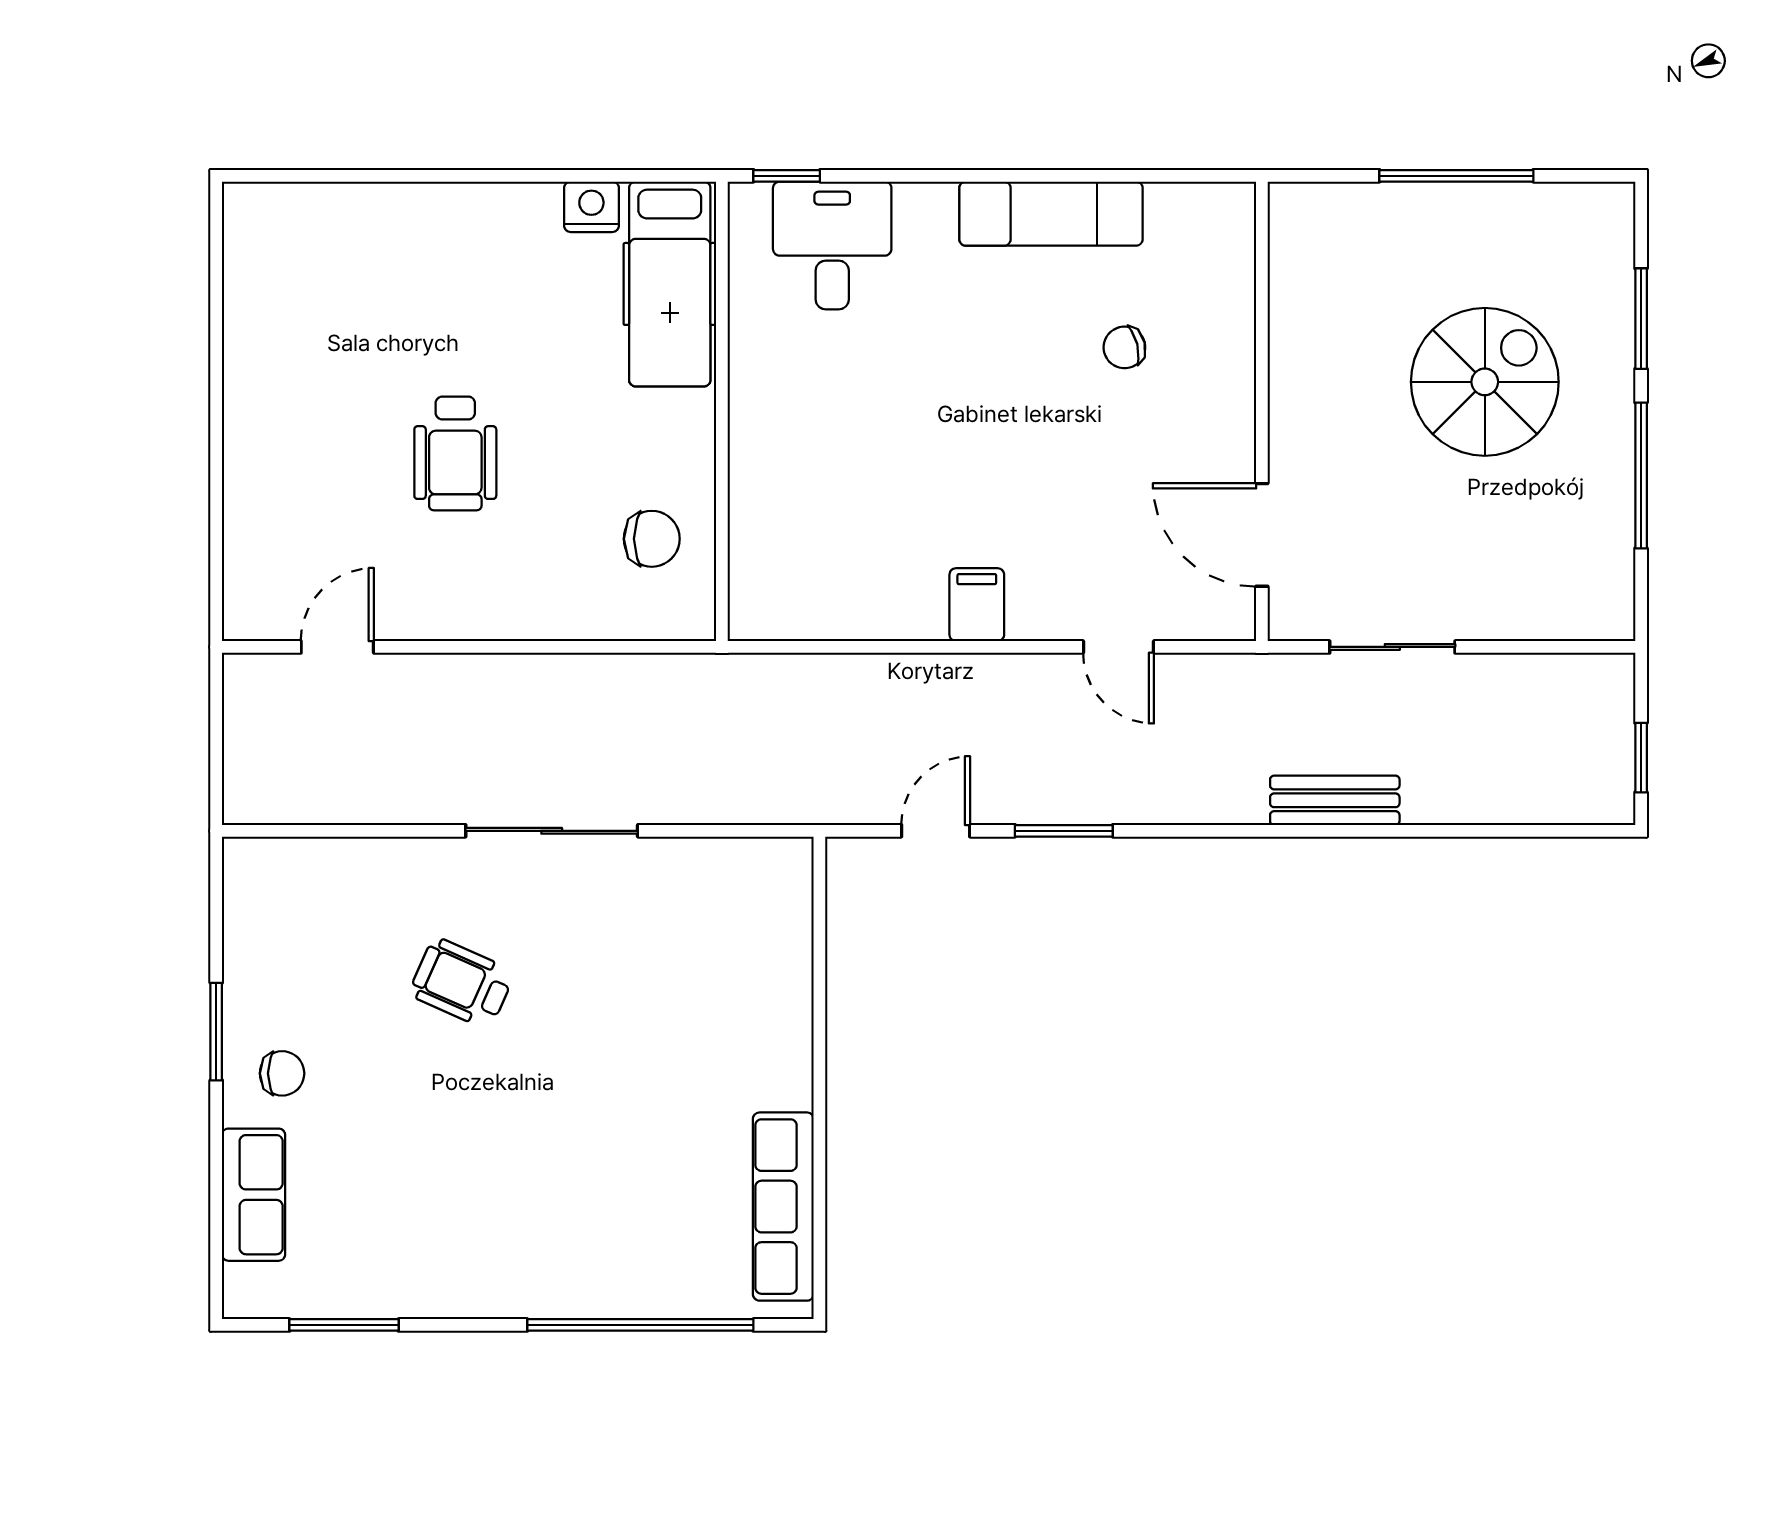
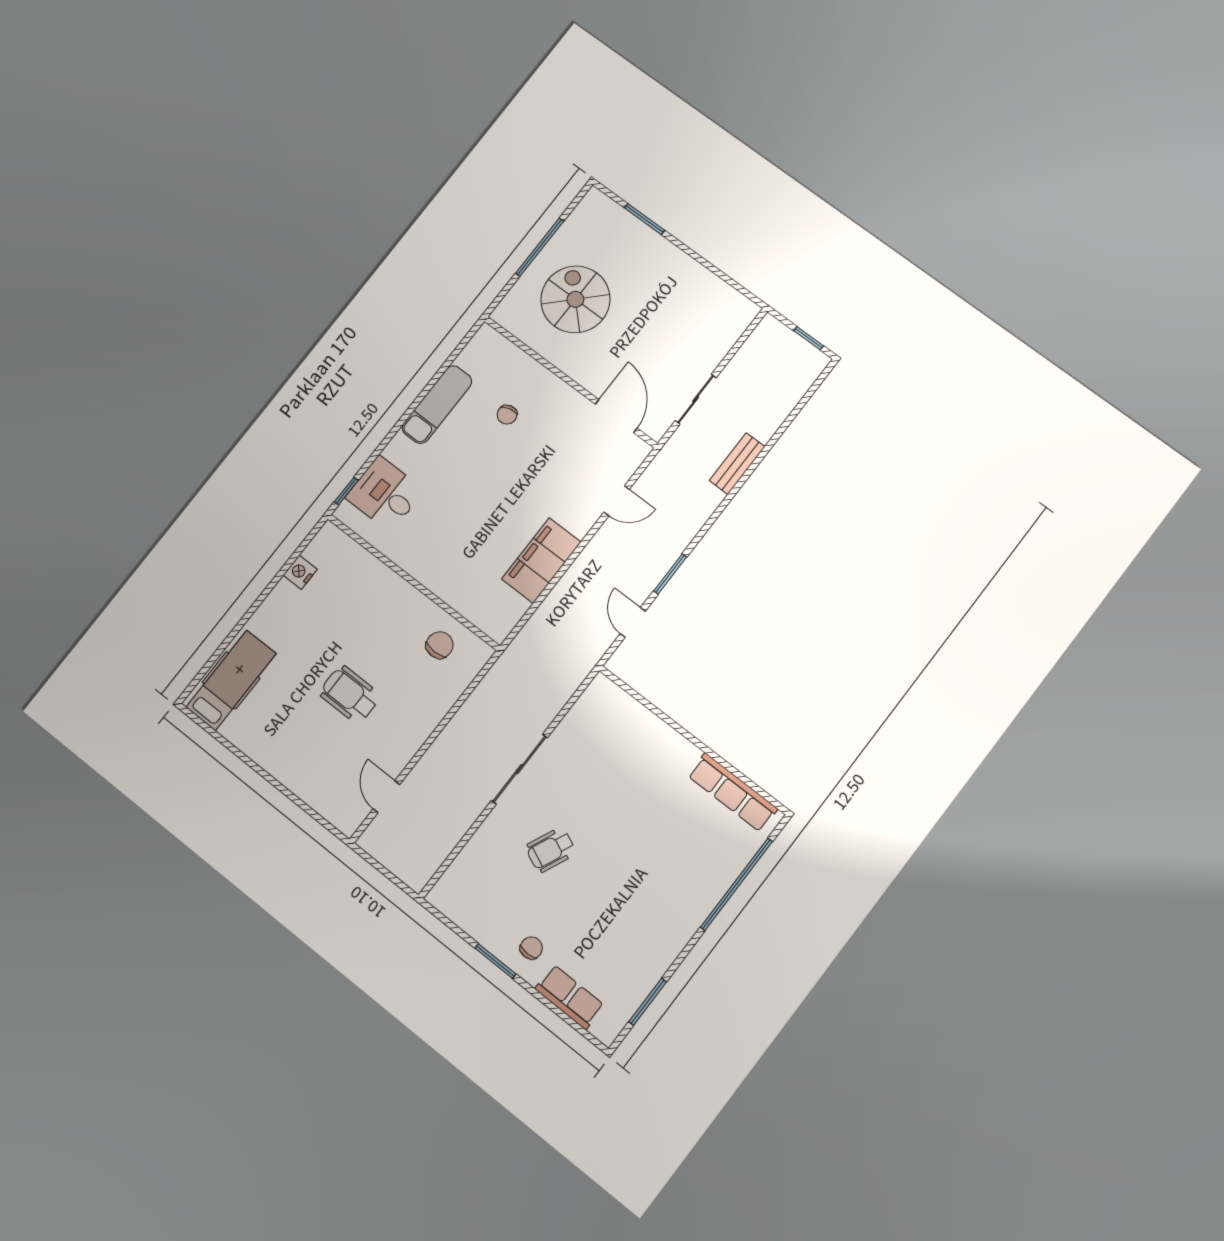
hospital bed: (670, 284) -> (231, 680), moved, turned -90
spiral stairs: (1485, 382) -> (575, 299), moved
wheelchair: (455, 453) -> (350, 695), turned 180
window: (1641, 475) -> (703, 261), removed
door: (1262, 535) -> (616, 416), swing flipped
filing cabinet: (977, 605) -> (541, 561), width x3.00, depth x1.17

